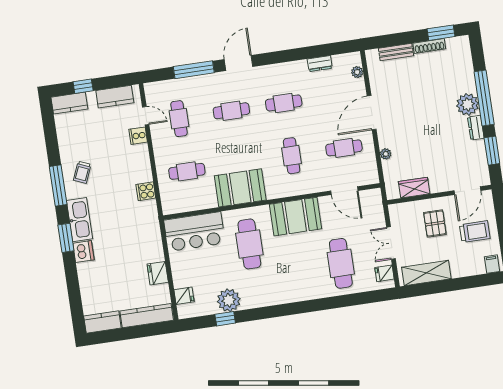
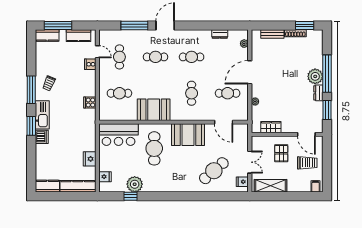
window: (83, 86) -> (58, 25), width x2.17
door: (467, 191) -> (306, 134), hinge flipped
double door: (391, 243) -> (250, 162), swing flipped
cafe table: (341, 263) -> (214, 171), turned 49

